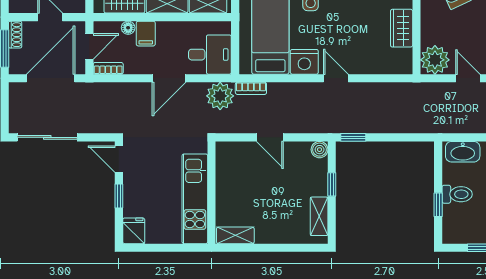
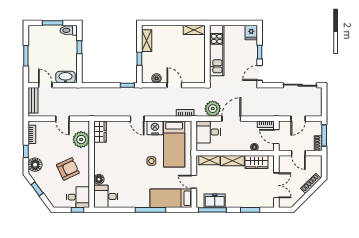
wardrobe: (402, 28) -> (100, 132), moved
filing cabinet: (146, 34) -> (244, 144), removed
door: (89, 46) -> (276, 137), hinge flipped
plant: (435, 60) -> (81, 140), moved
door: (51, 78) -> (298, 119), width x0.53
plant: (220, 96) -> (213, 109), moved
boiler: (320, 150) -> (157, 78), moved
door: (119, 159) -> (260, 73), swing flipped
toilet: (457, 194) -> (69, 30), moved

